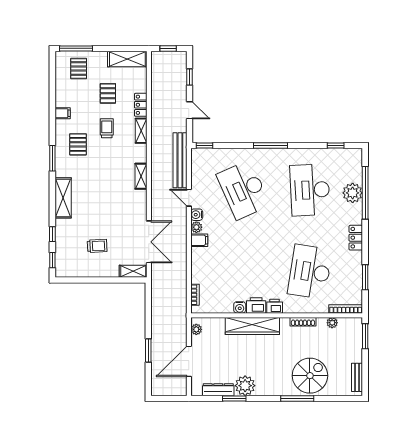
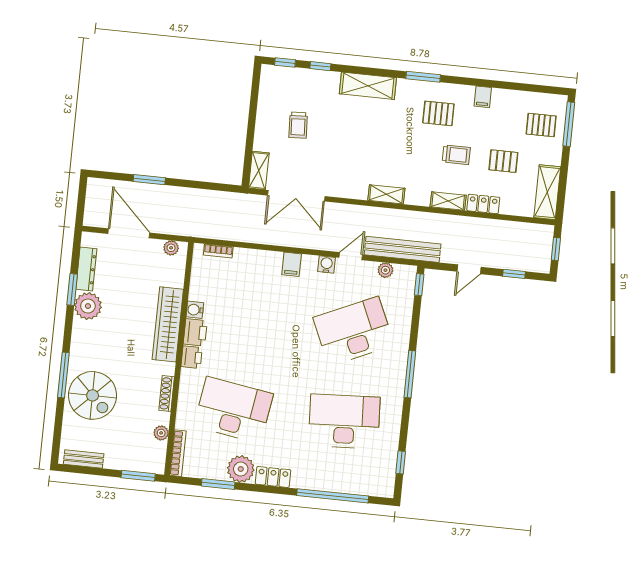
plant: (353, 193) -> (241, 469), moved
plant: (196, 227) -> (385, 270), moved

